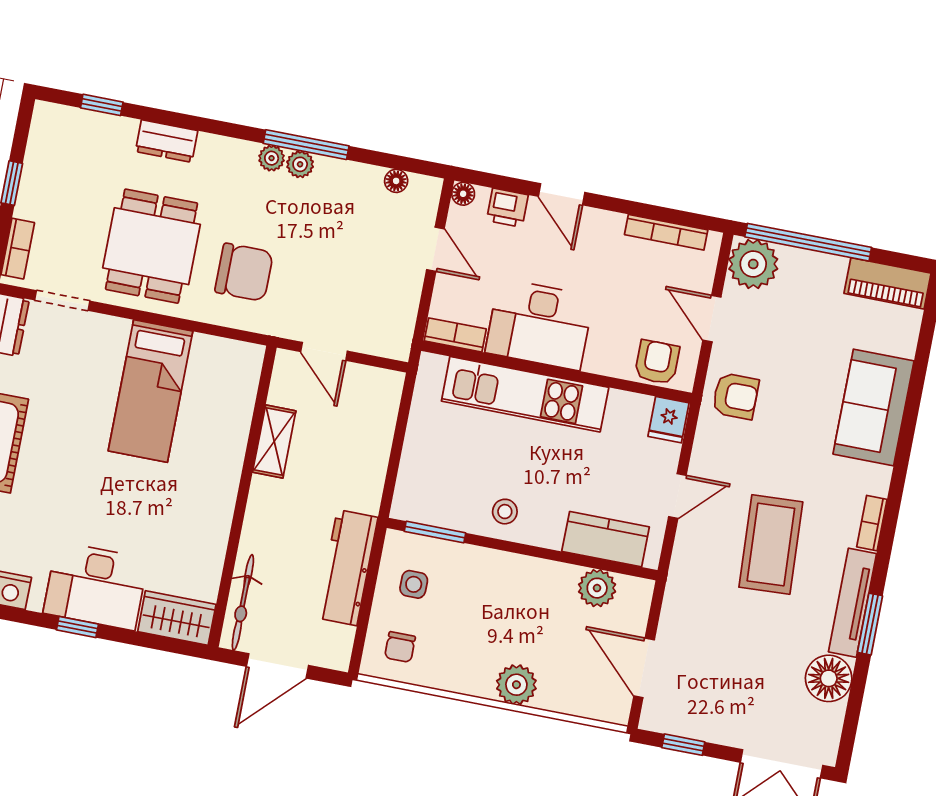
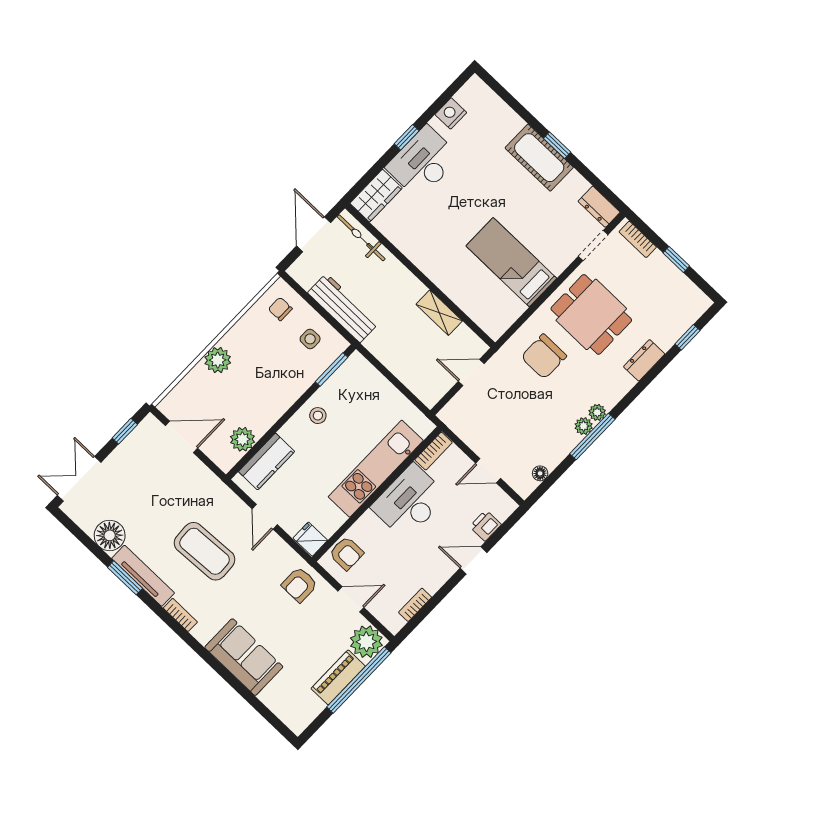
floor lamp: (463, 194) -> (509, 506), removed
bookcase: (666, 232) -> (415, 605), width x0.64
piano: (887, 283) -> (338, 677), moved

